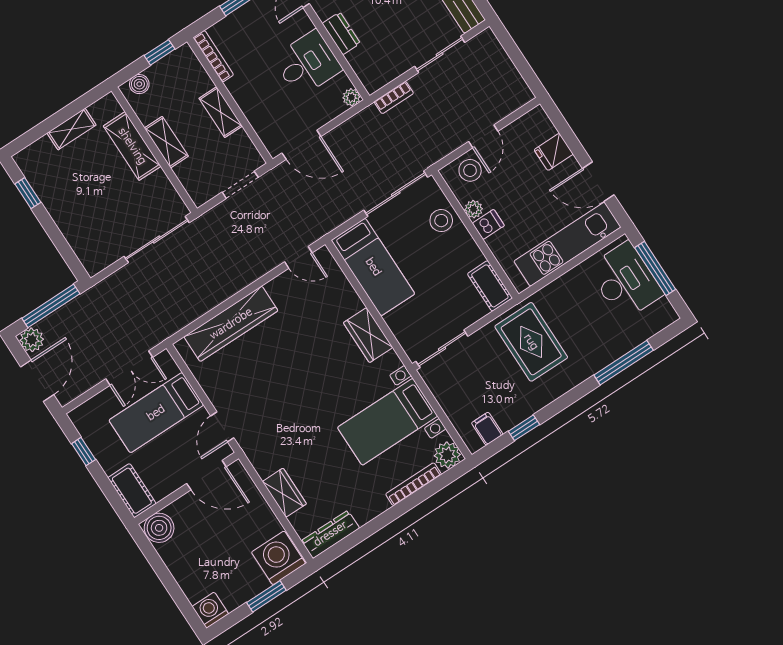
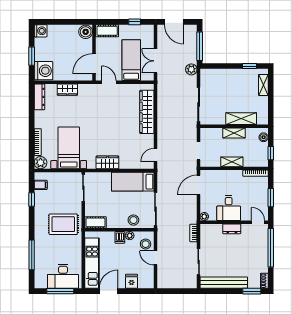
shelving: (72, 129) -> (263, 85), moved
plant: (32, 340) -> (191, 69), moved

